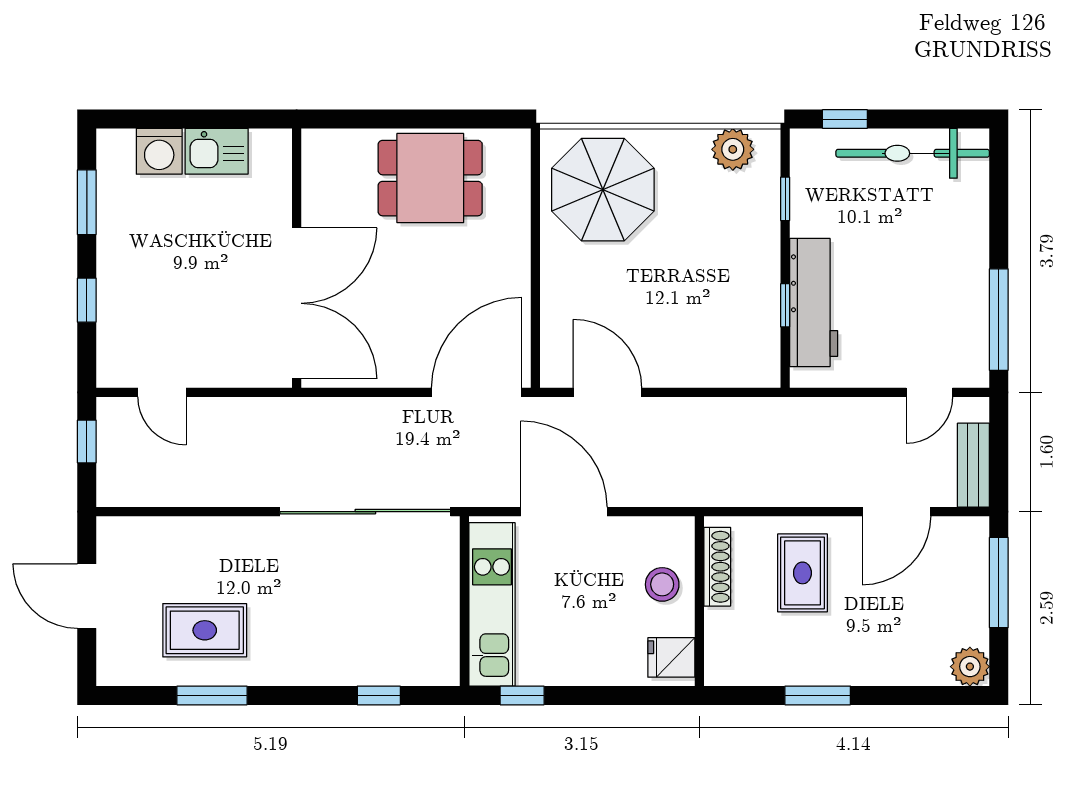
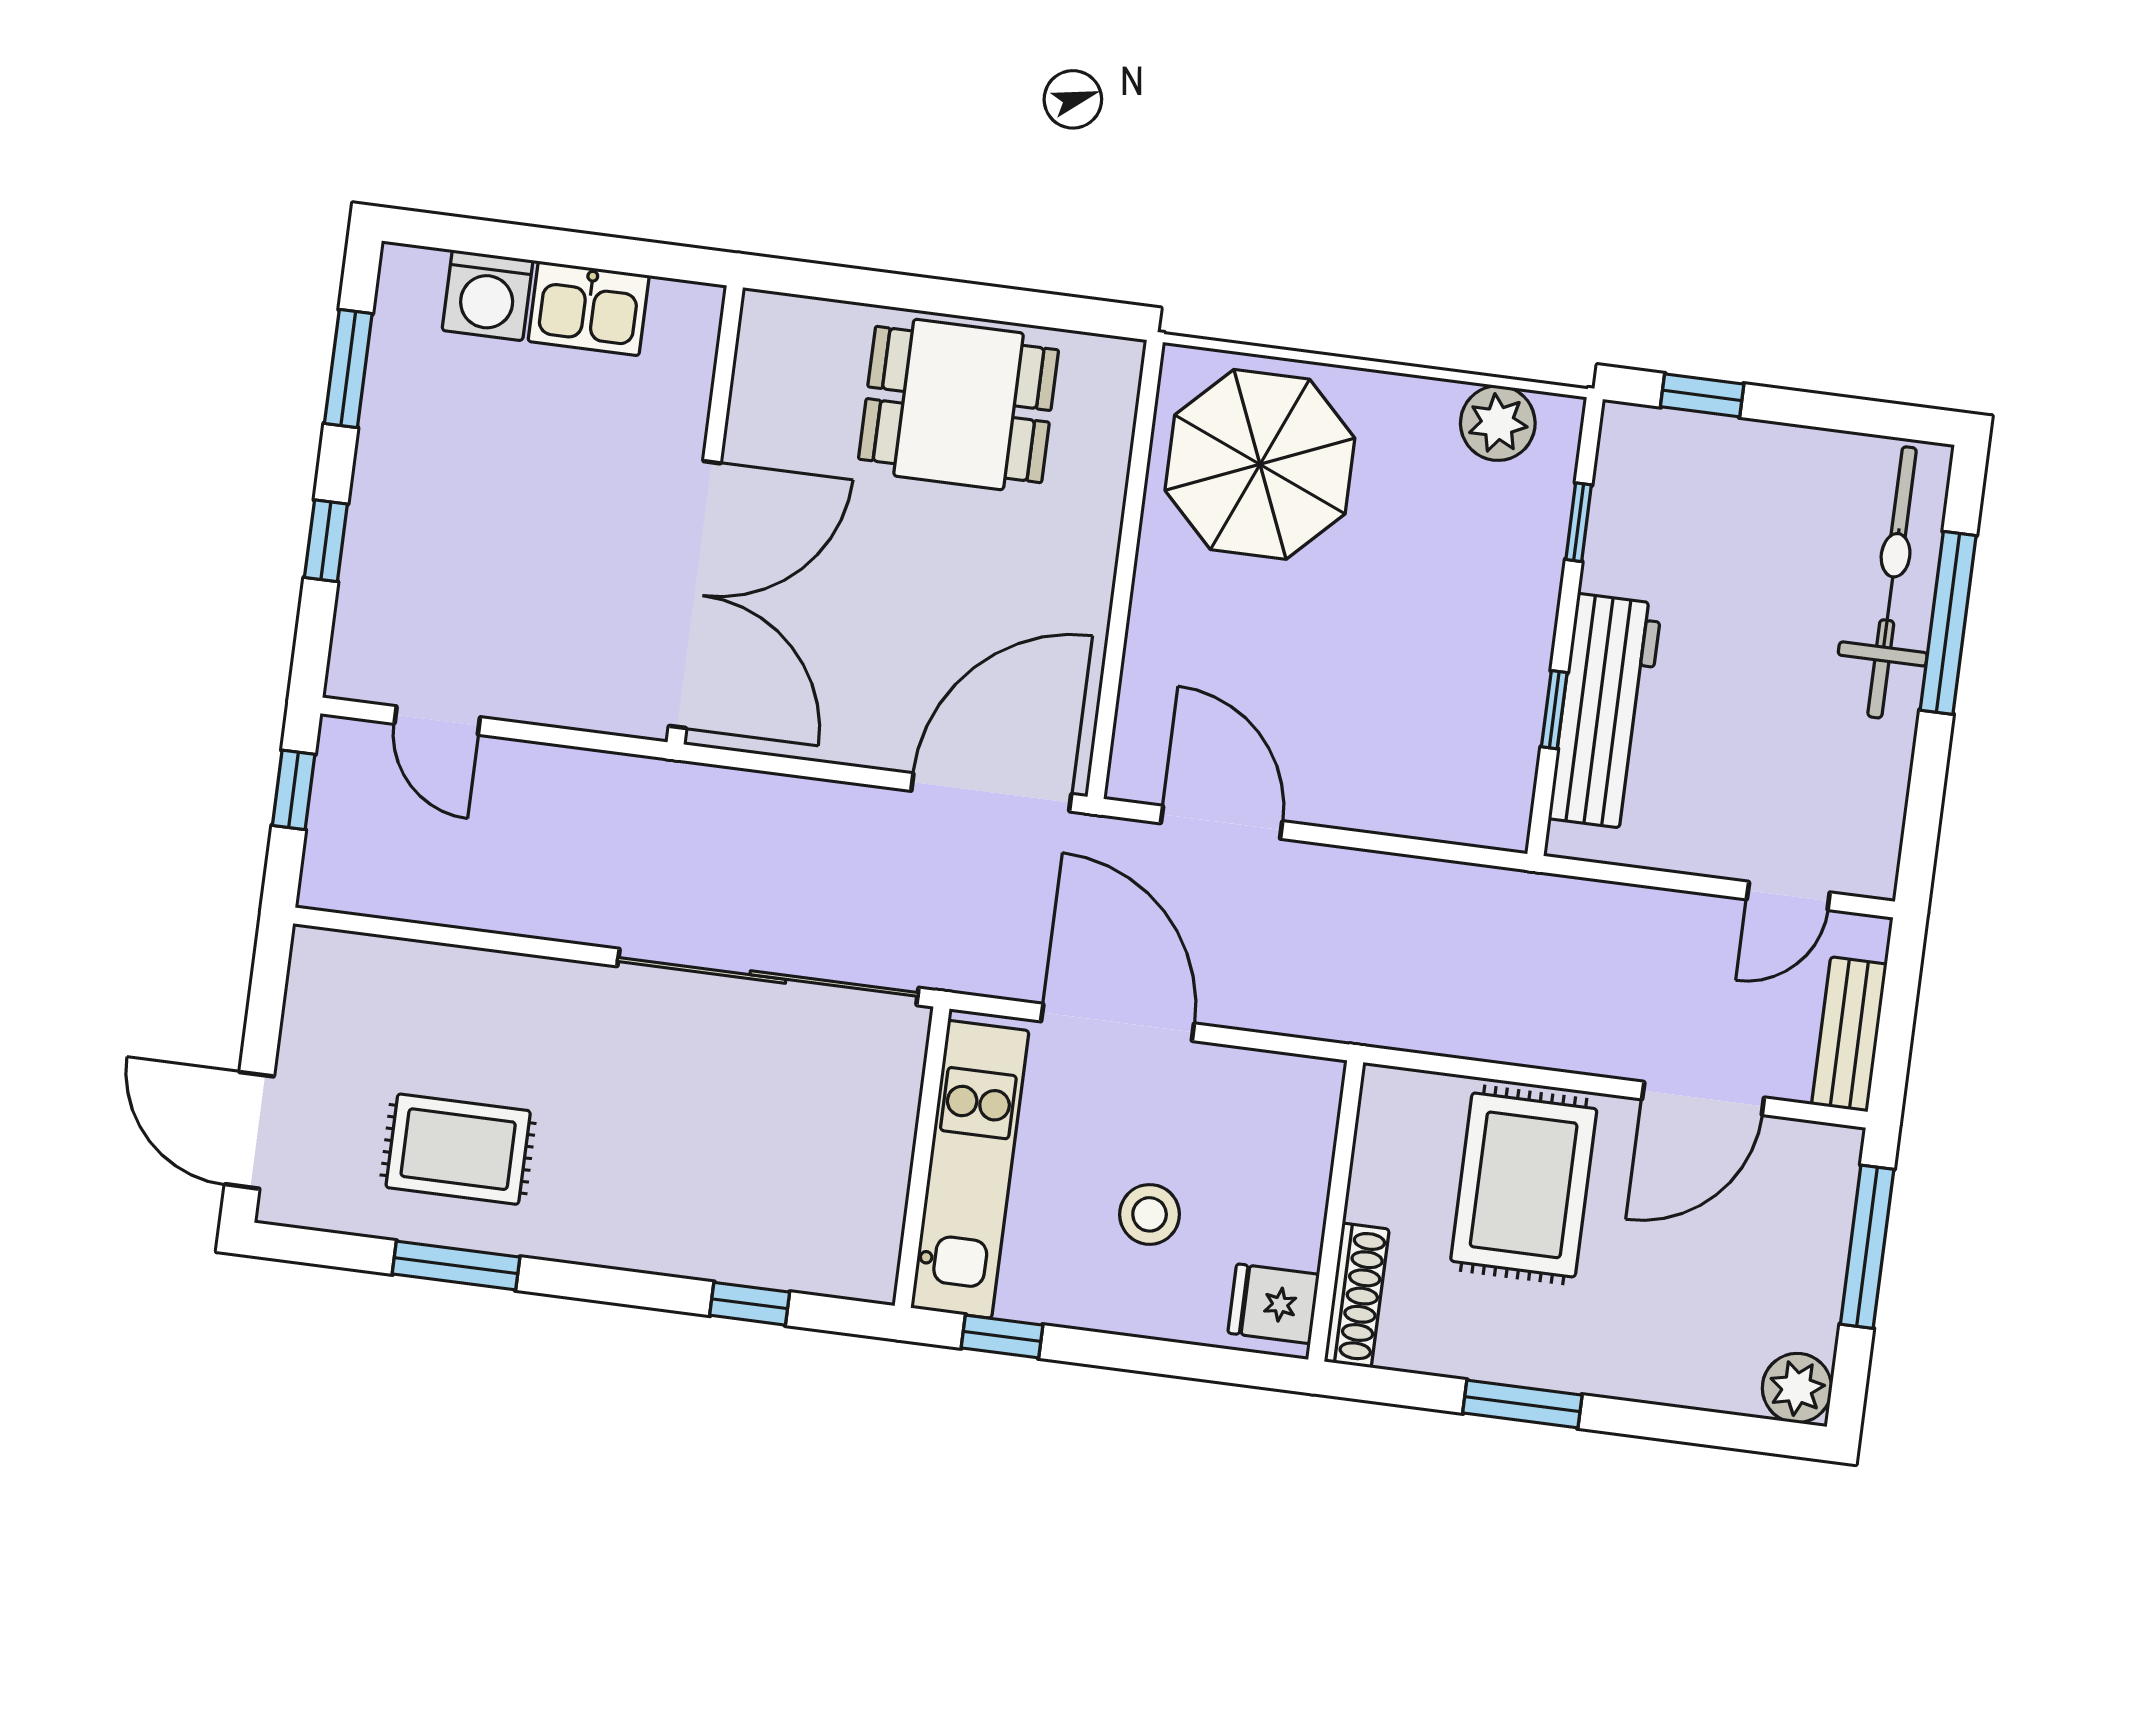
bicycle: (913, 153) -> (1892, 582), moved, turned 90
window: (999, 320) -> (1948, 623), moved
shoe rack: (717, 567) -> (1357, 1295), moved
rug: (802, 573) -> (1524, 1185), width x1.36, depth x1.43
stool: (662, 584) -> (1150, 1214), moved
door: (87, 596) -> (249, 1130), moved

